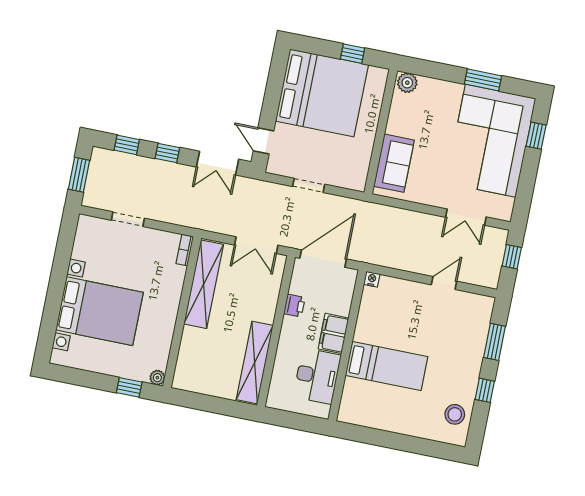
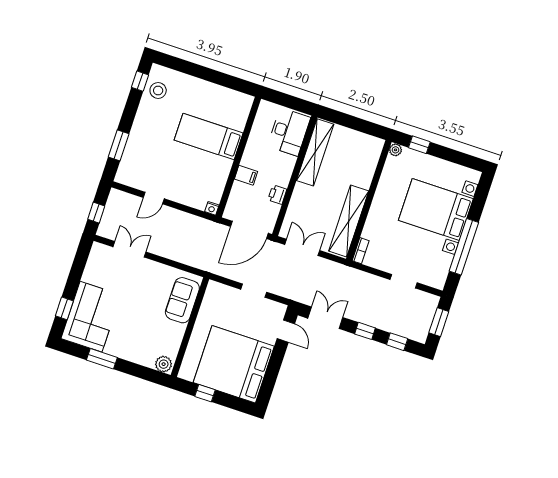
corner sofa: (491, 141) -> (91, 317), width x0.73, depth x0.74
window: (60, 270) -> (464, 247), added
filing cabinet: (333, 333) -> (246, 175), width x0.50
desk: (317, 376) -> (289, 132), moved, turned 180
window: (485, 390) -> (140, 81), moved

